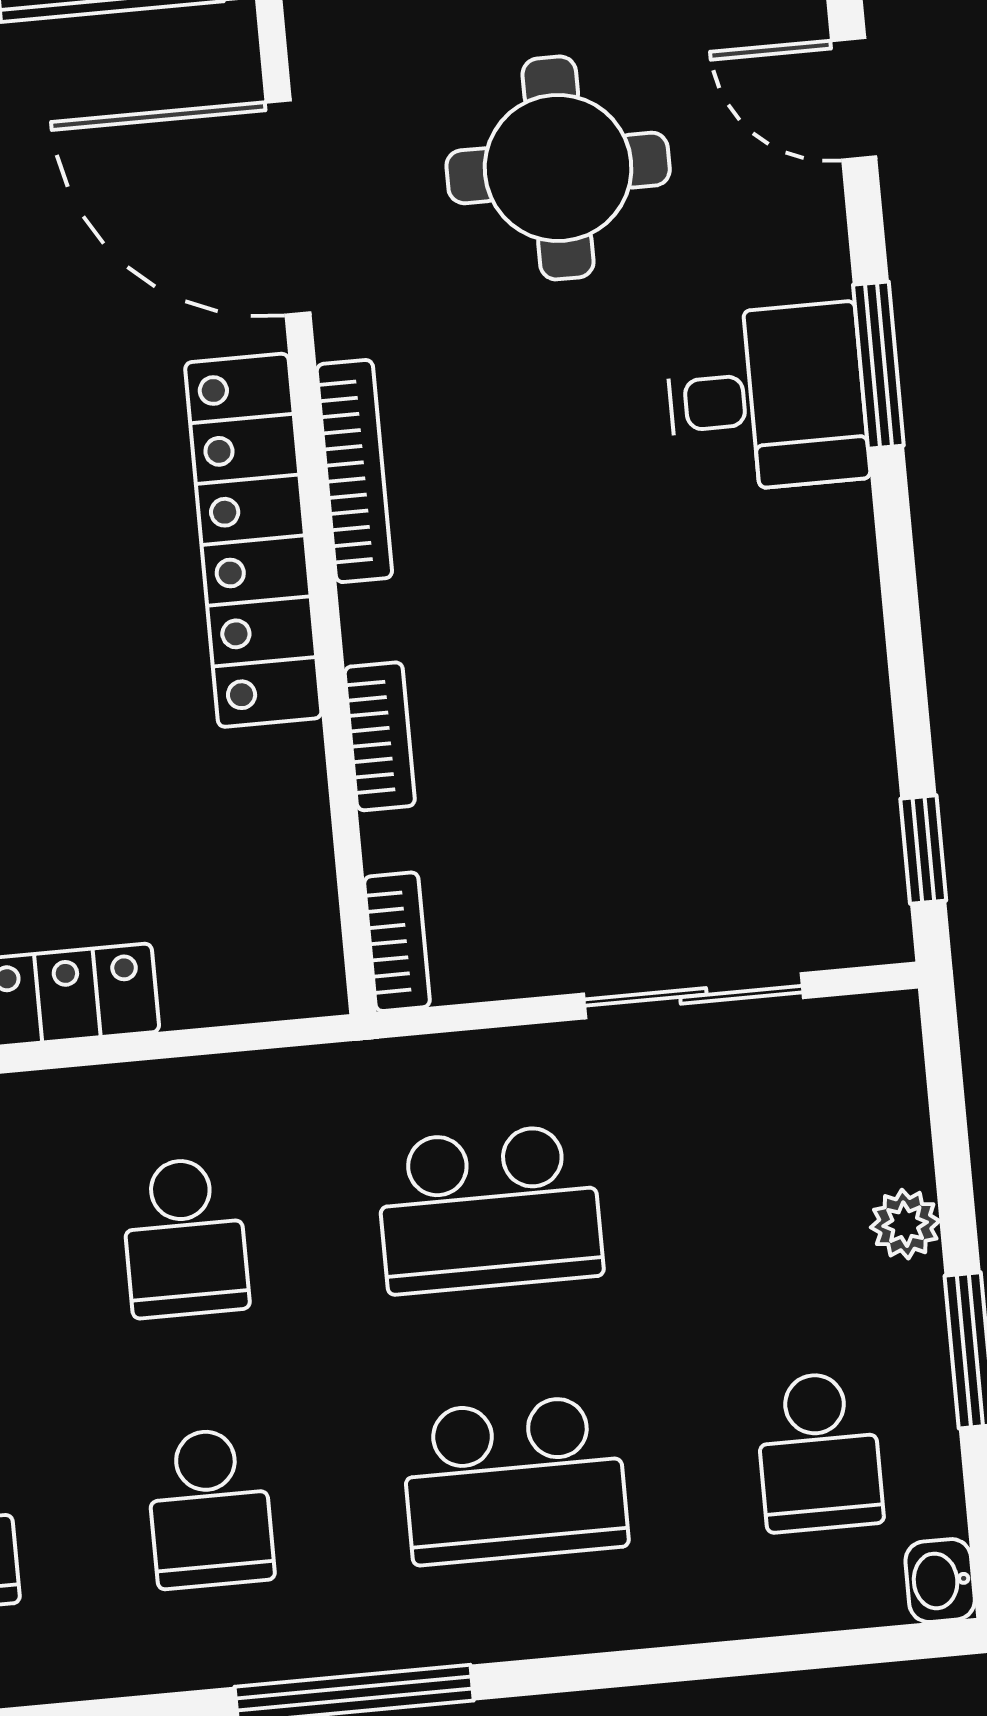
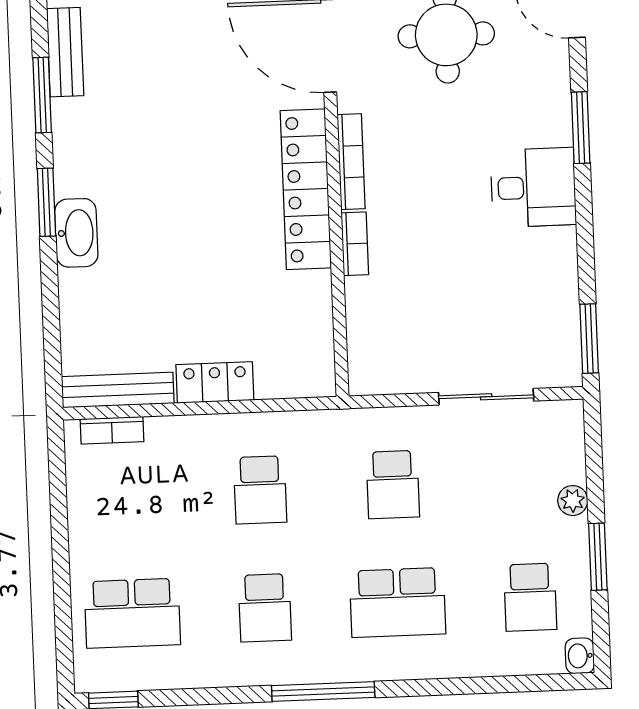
desk: (767, 398) -> (533, 187), moved
bookcase: (380, 736) -> (355, 244), moved
window: (923, 850) -> (589, 339), width x1.50
bookcase: (397, 942) -> (359, 367), removed
school desk: (489, 1209) -> (393, 485), width x0.54

